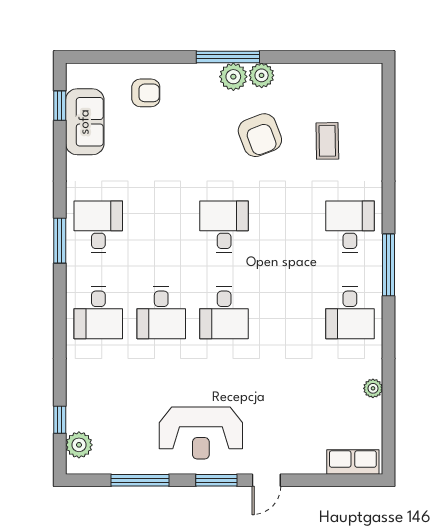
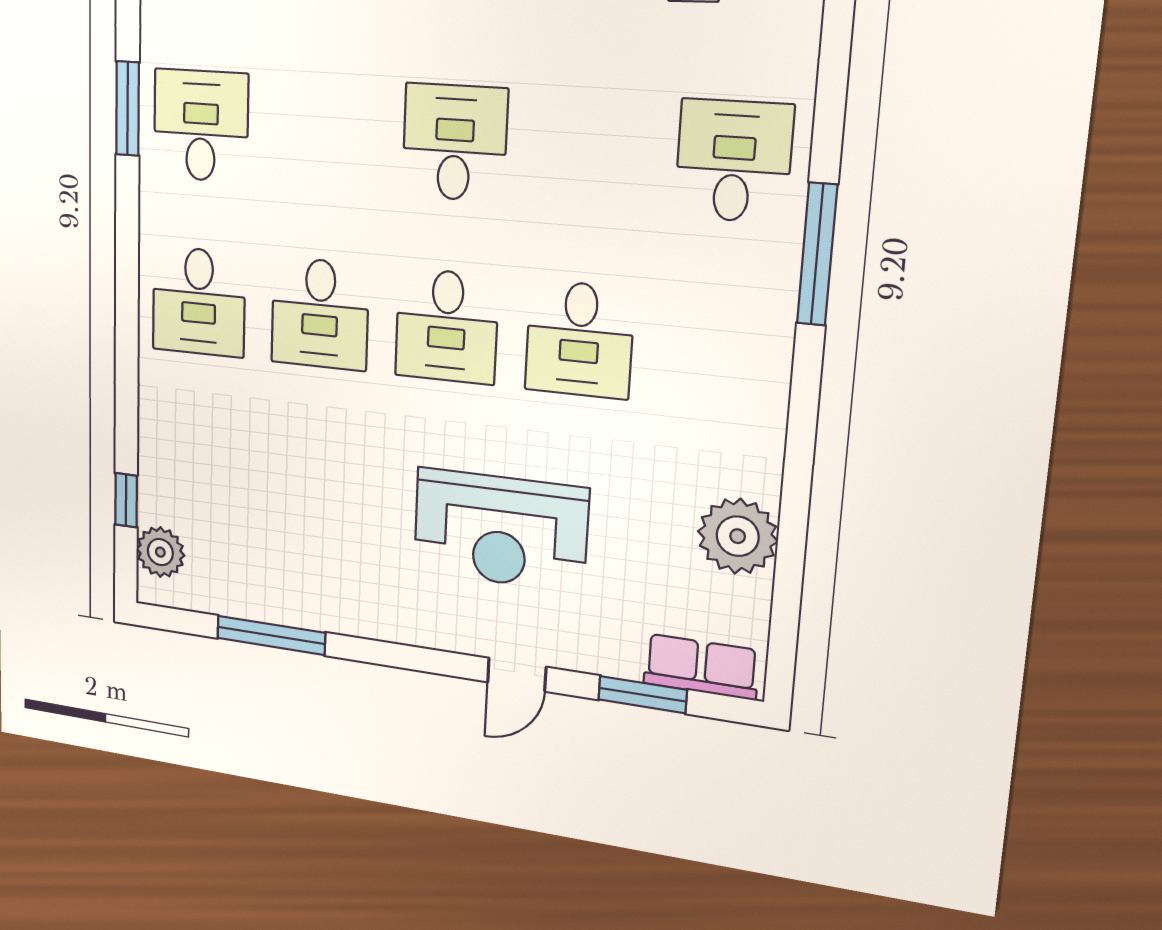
window: (60, 241) -> (128, 109), moved
desk: (350, 313) -> (579, 339), moved
plant: (373, 388) -> (738, 536), width x1.88, depth x1.88
reception desk: (201, 433) -> (500, 530), moved
window: (216, 480) -> (643, 695), moved

